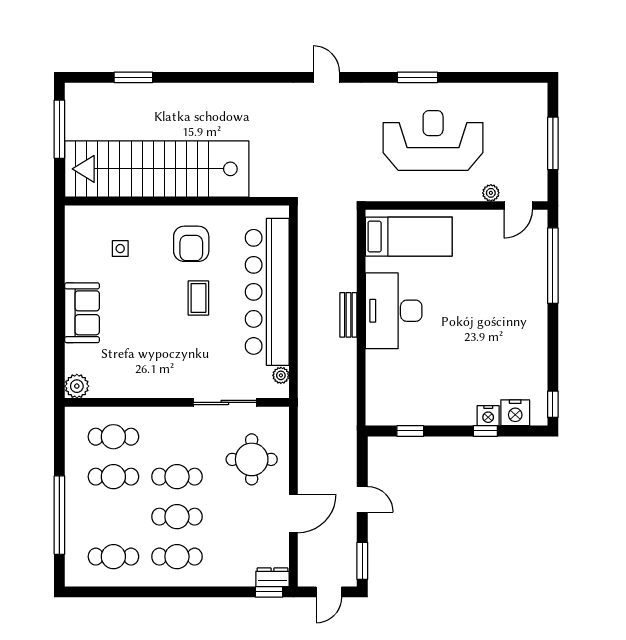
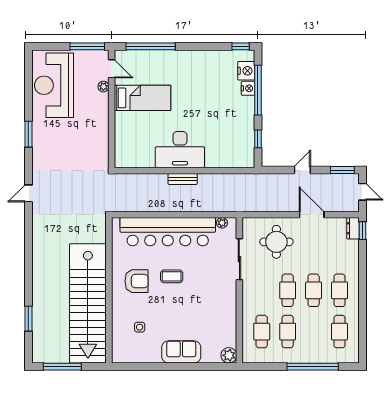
reception desk: (433, 141) -> (54, 85), moved
window: (553, 143) -> (87, 46), moved
bed: (409, 237) -> (143, 98), moved, turned 90
window: (485, 431) -> (258, 90), width x3.17

